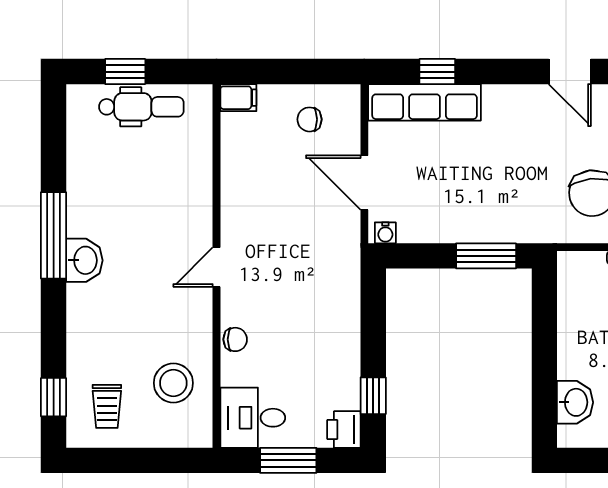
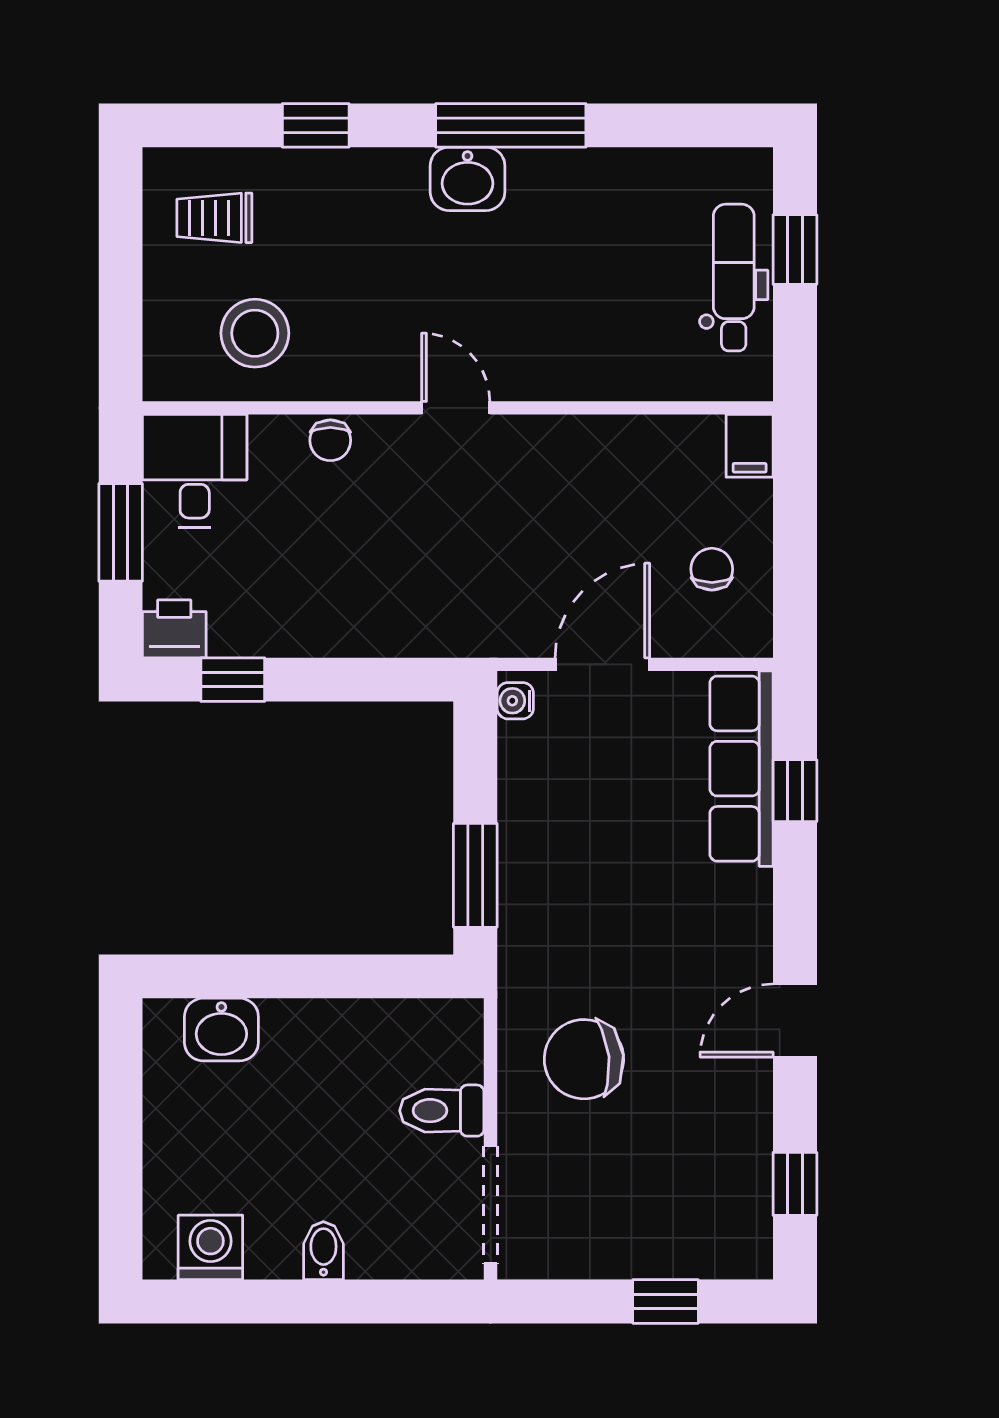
dental chair: (141, 107) -> (734, 278), turned 180
window: (54, 397) -> (316, 125), moved

